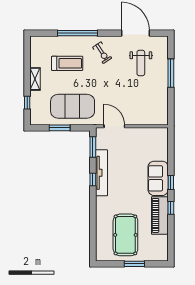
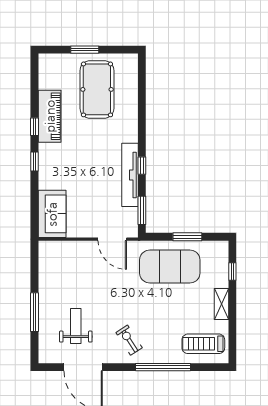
treadmill: (67, 63) -> (203, 344), moved
sofa: (158, 178) -> (52, 214), moved

